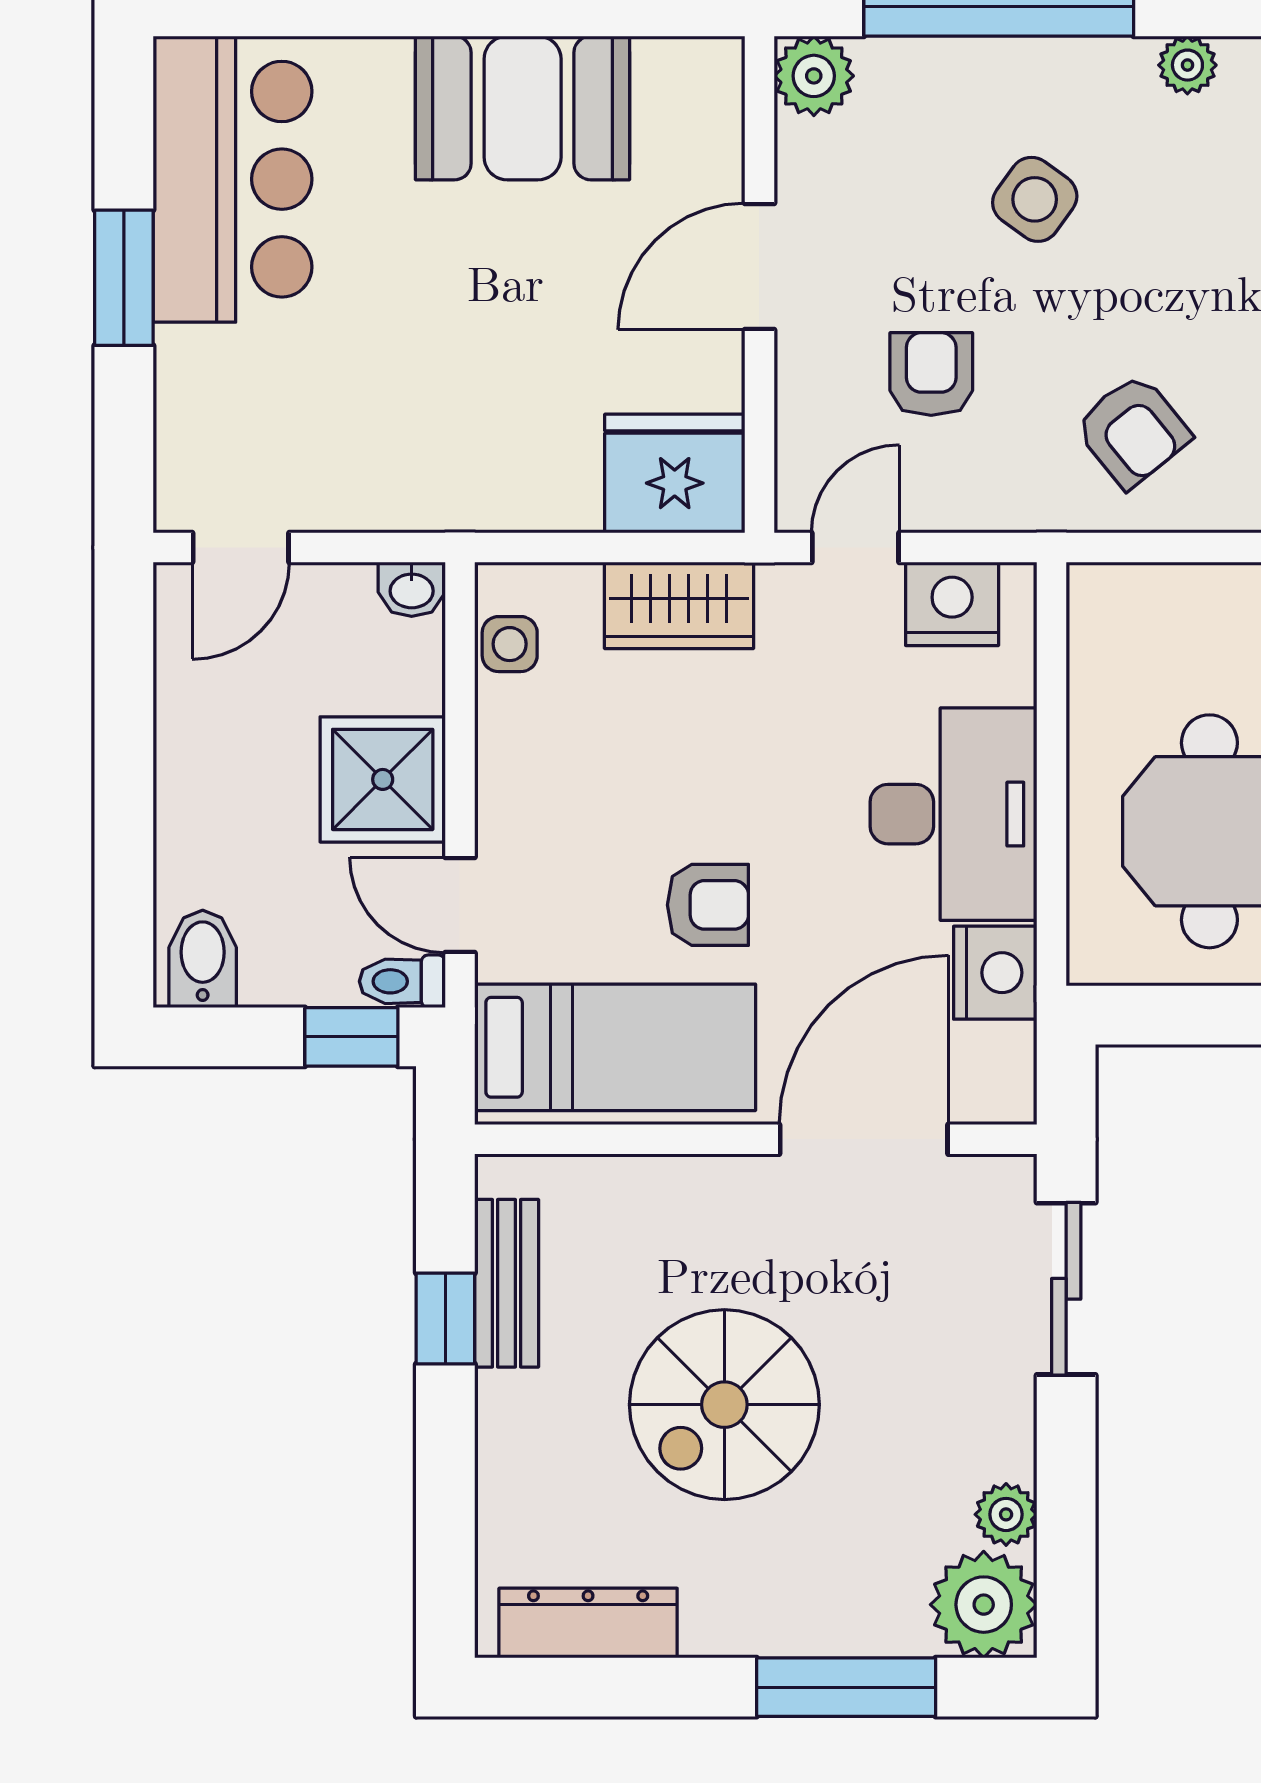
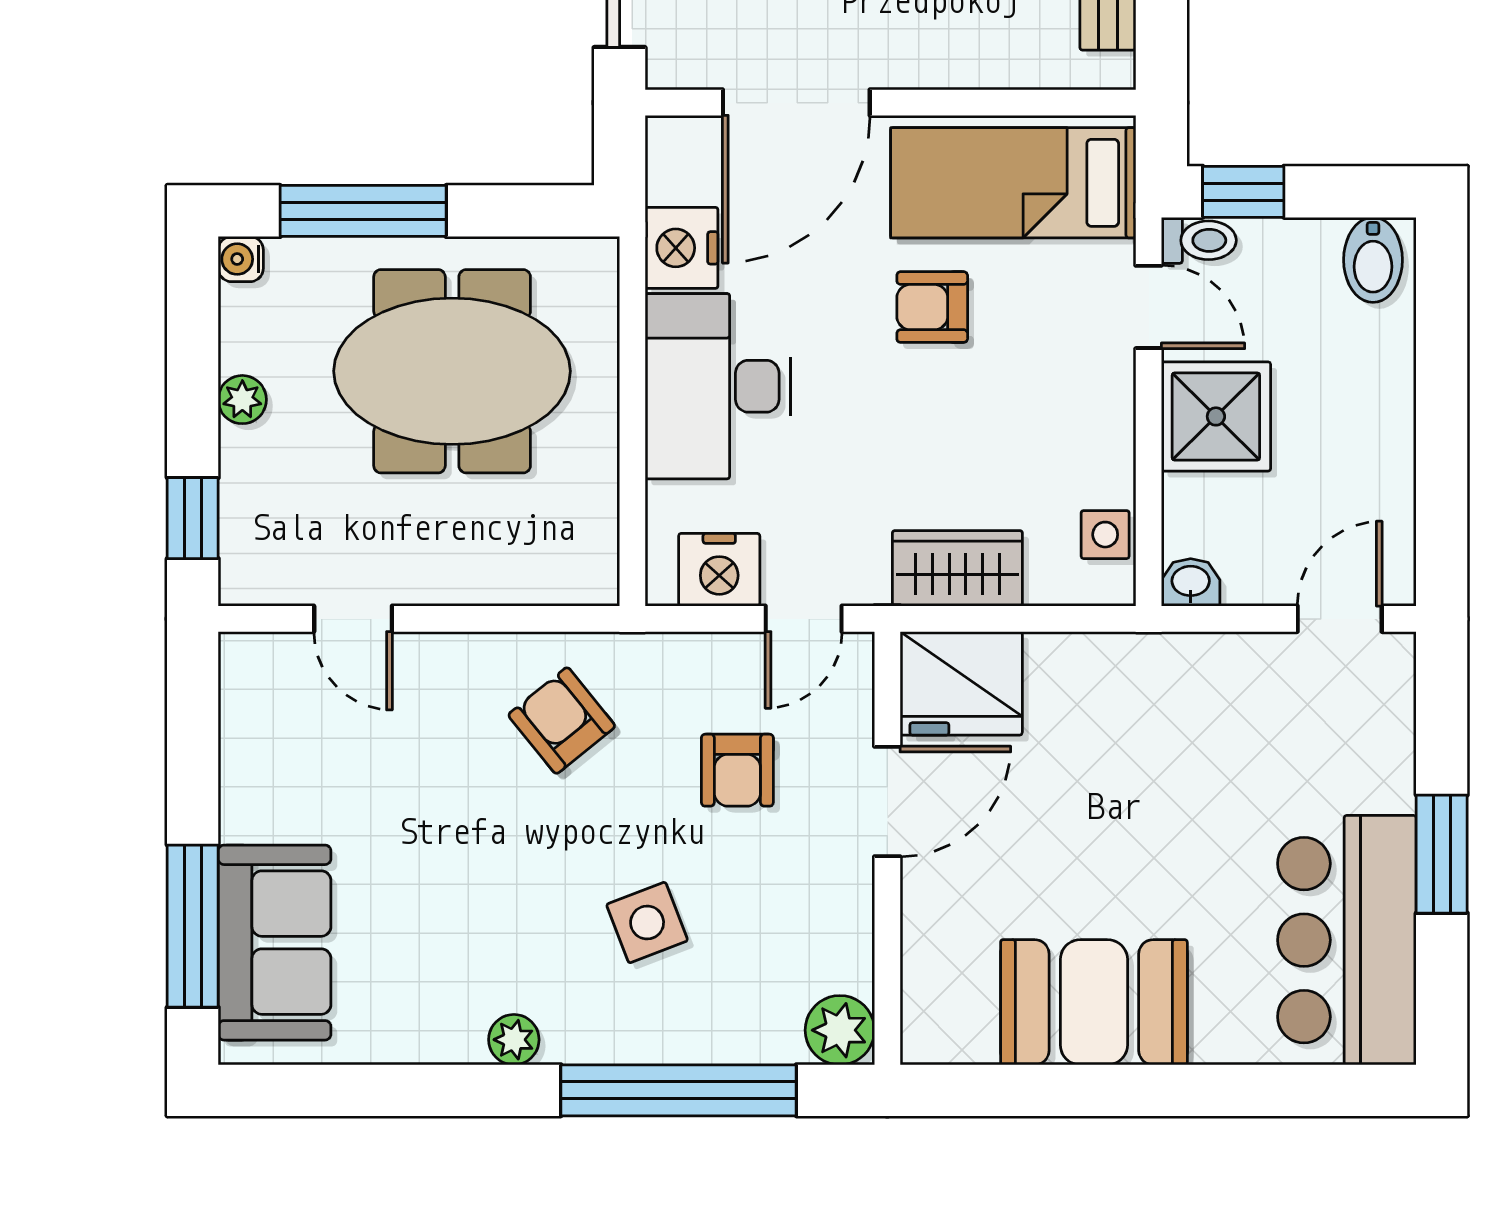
side table: (1035, 199) -> (647, 923), turned 33
door: (759, 267) -> (887, 801), moved

